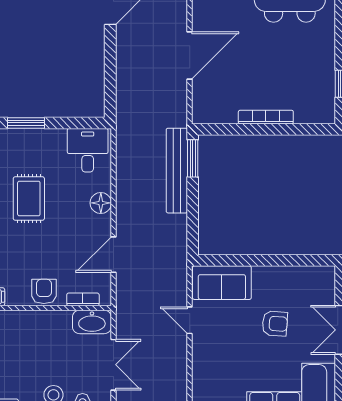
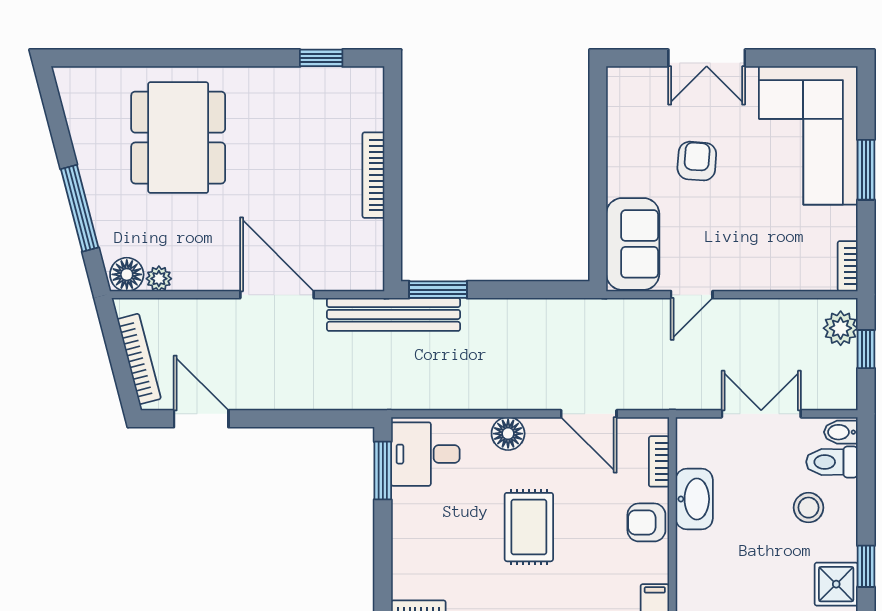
window: (26, 123) -> (383, 471), moved
bench: (177, 171) -> (394, 314), moved
rug: (29, 198) -> (529, 527), moved, turned 90
washbasin: (92, 322) -> (694, 499), moved

